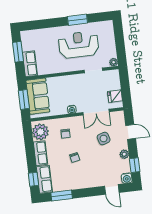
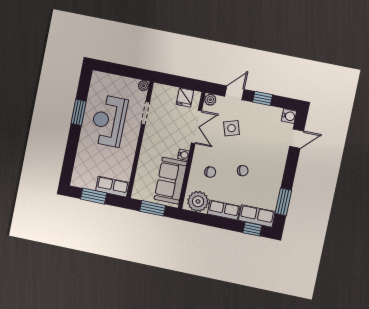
sofa: (38, 96) -> (171, 181), moved, turned -90
plant: (124, 154) -> (210, 100), moved
window: (135, 165) -> (263, 98), moved

